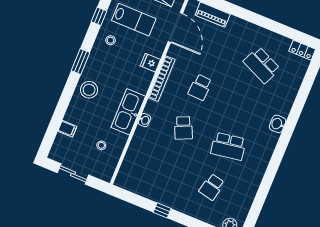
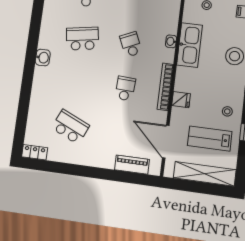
washbasin: (278, 124) -> (43, 58), moved

